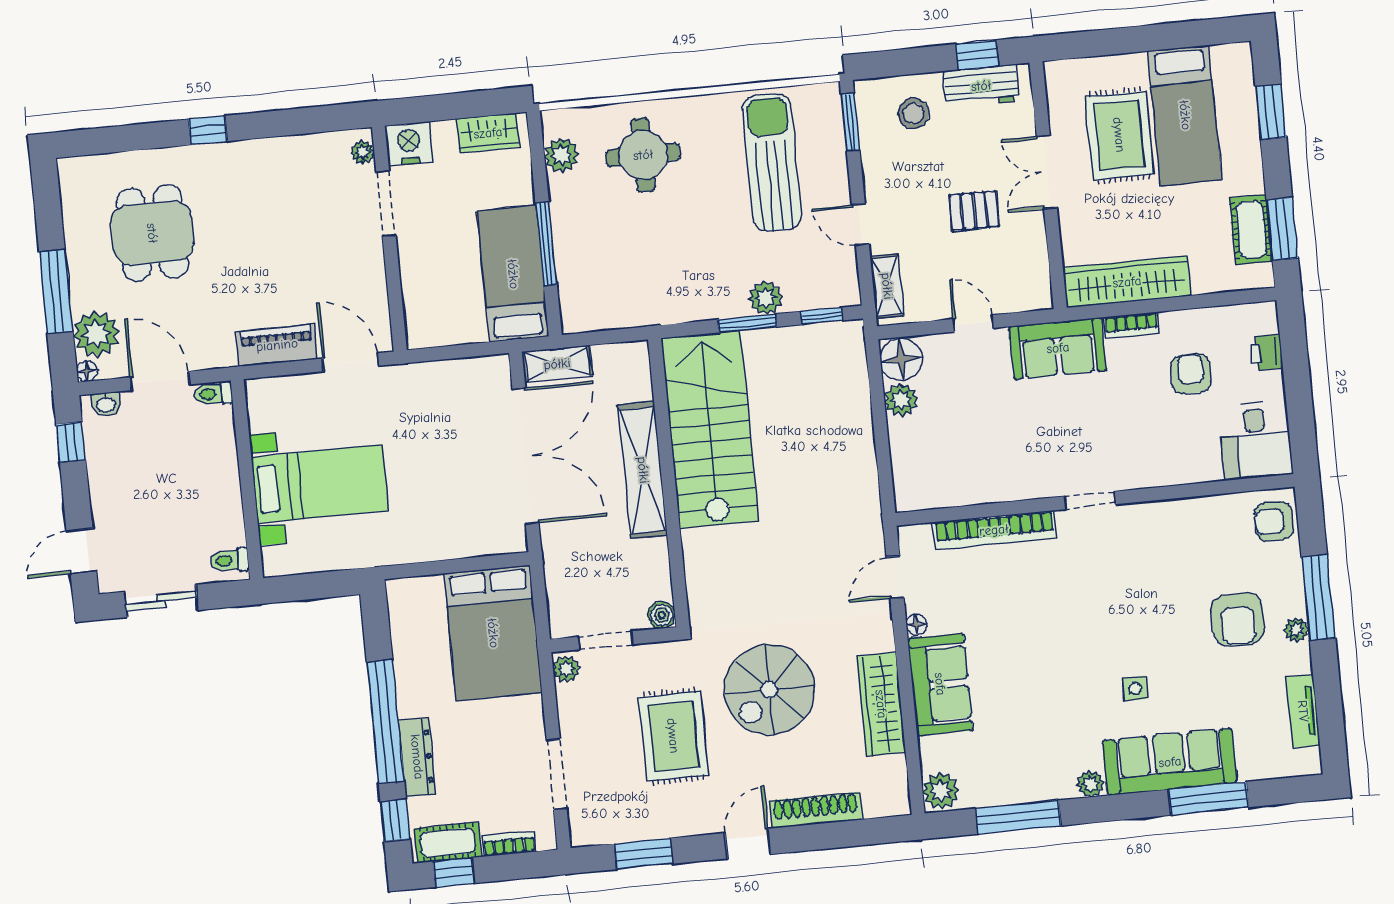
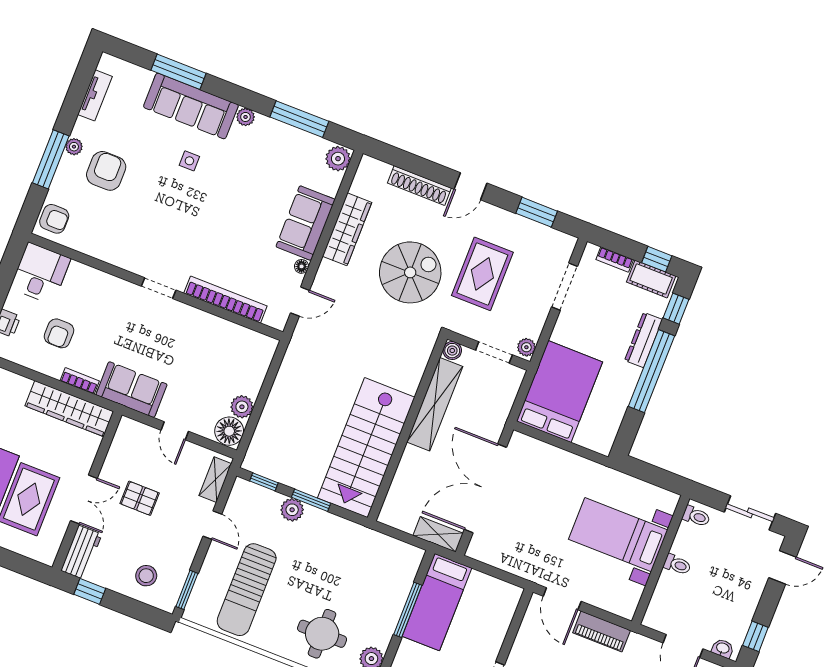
workbench: (981, 86) -> (81, 552), moved, turned 90
toilet: (213, 394) -> (677, 565), moved
shelving: (643, 470) -> (435, 404), moved

